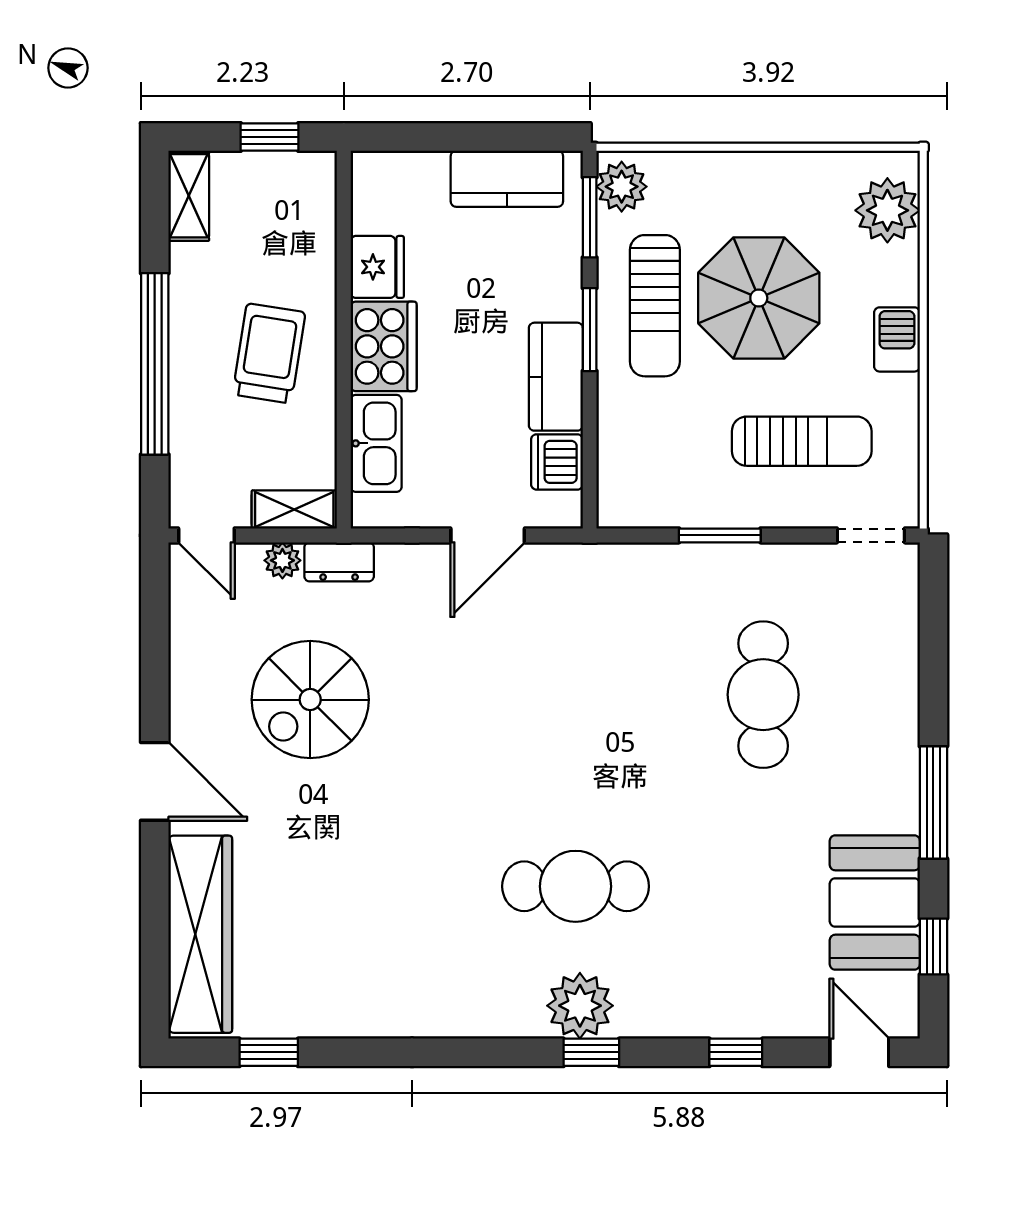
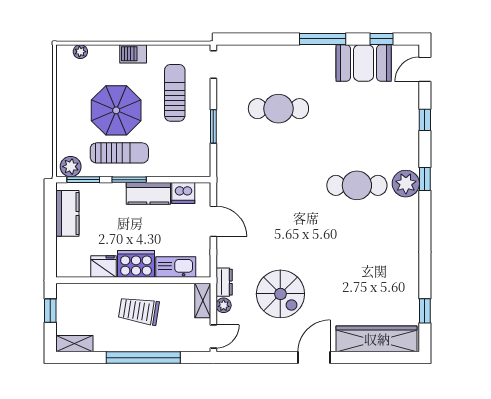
plant: (887, 210) -> (80, 52), width x0.53, depth x0.53
cafe table: (576, 886) -> (357, 185), turned 90

